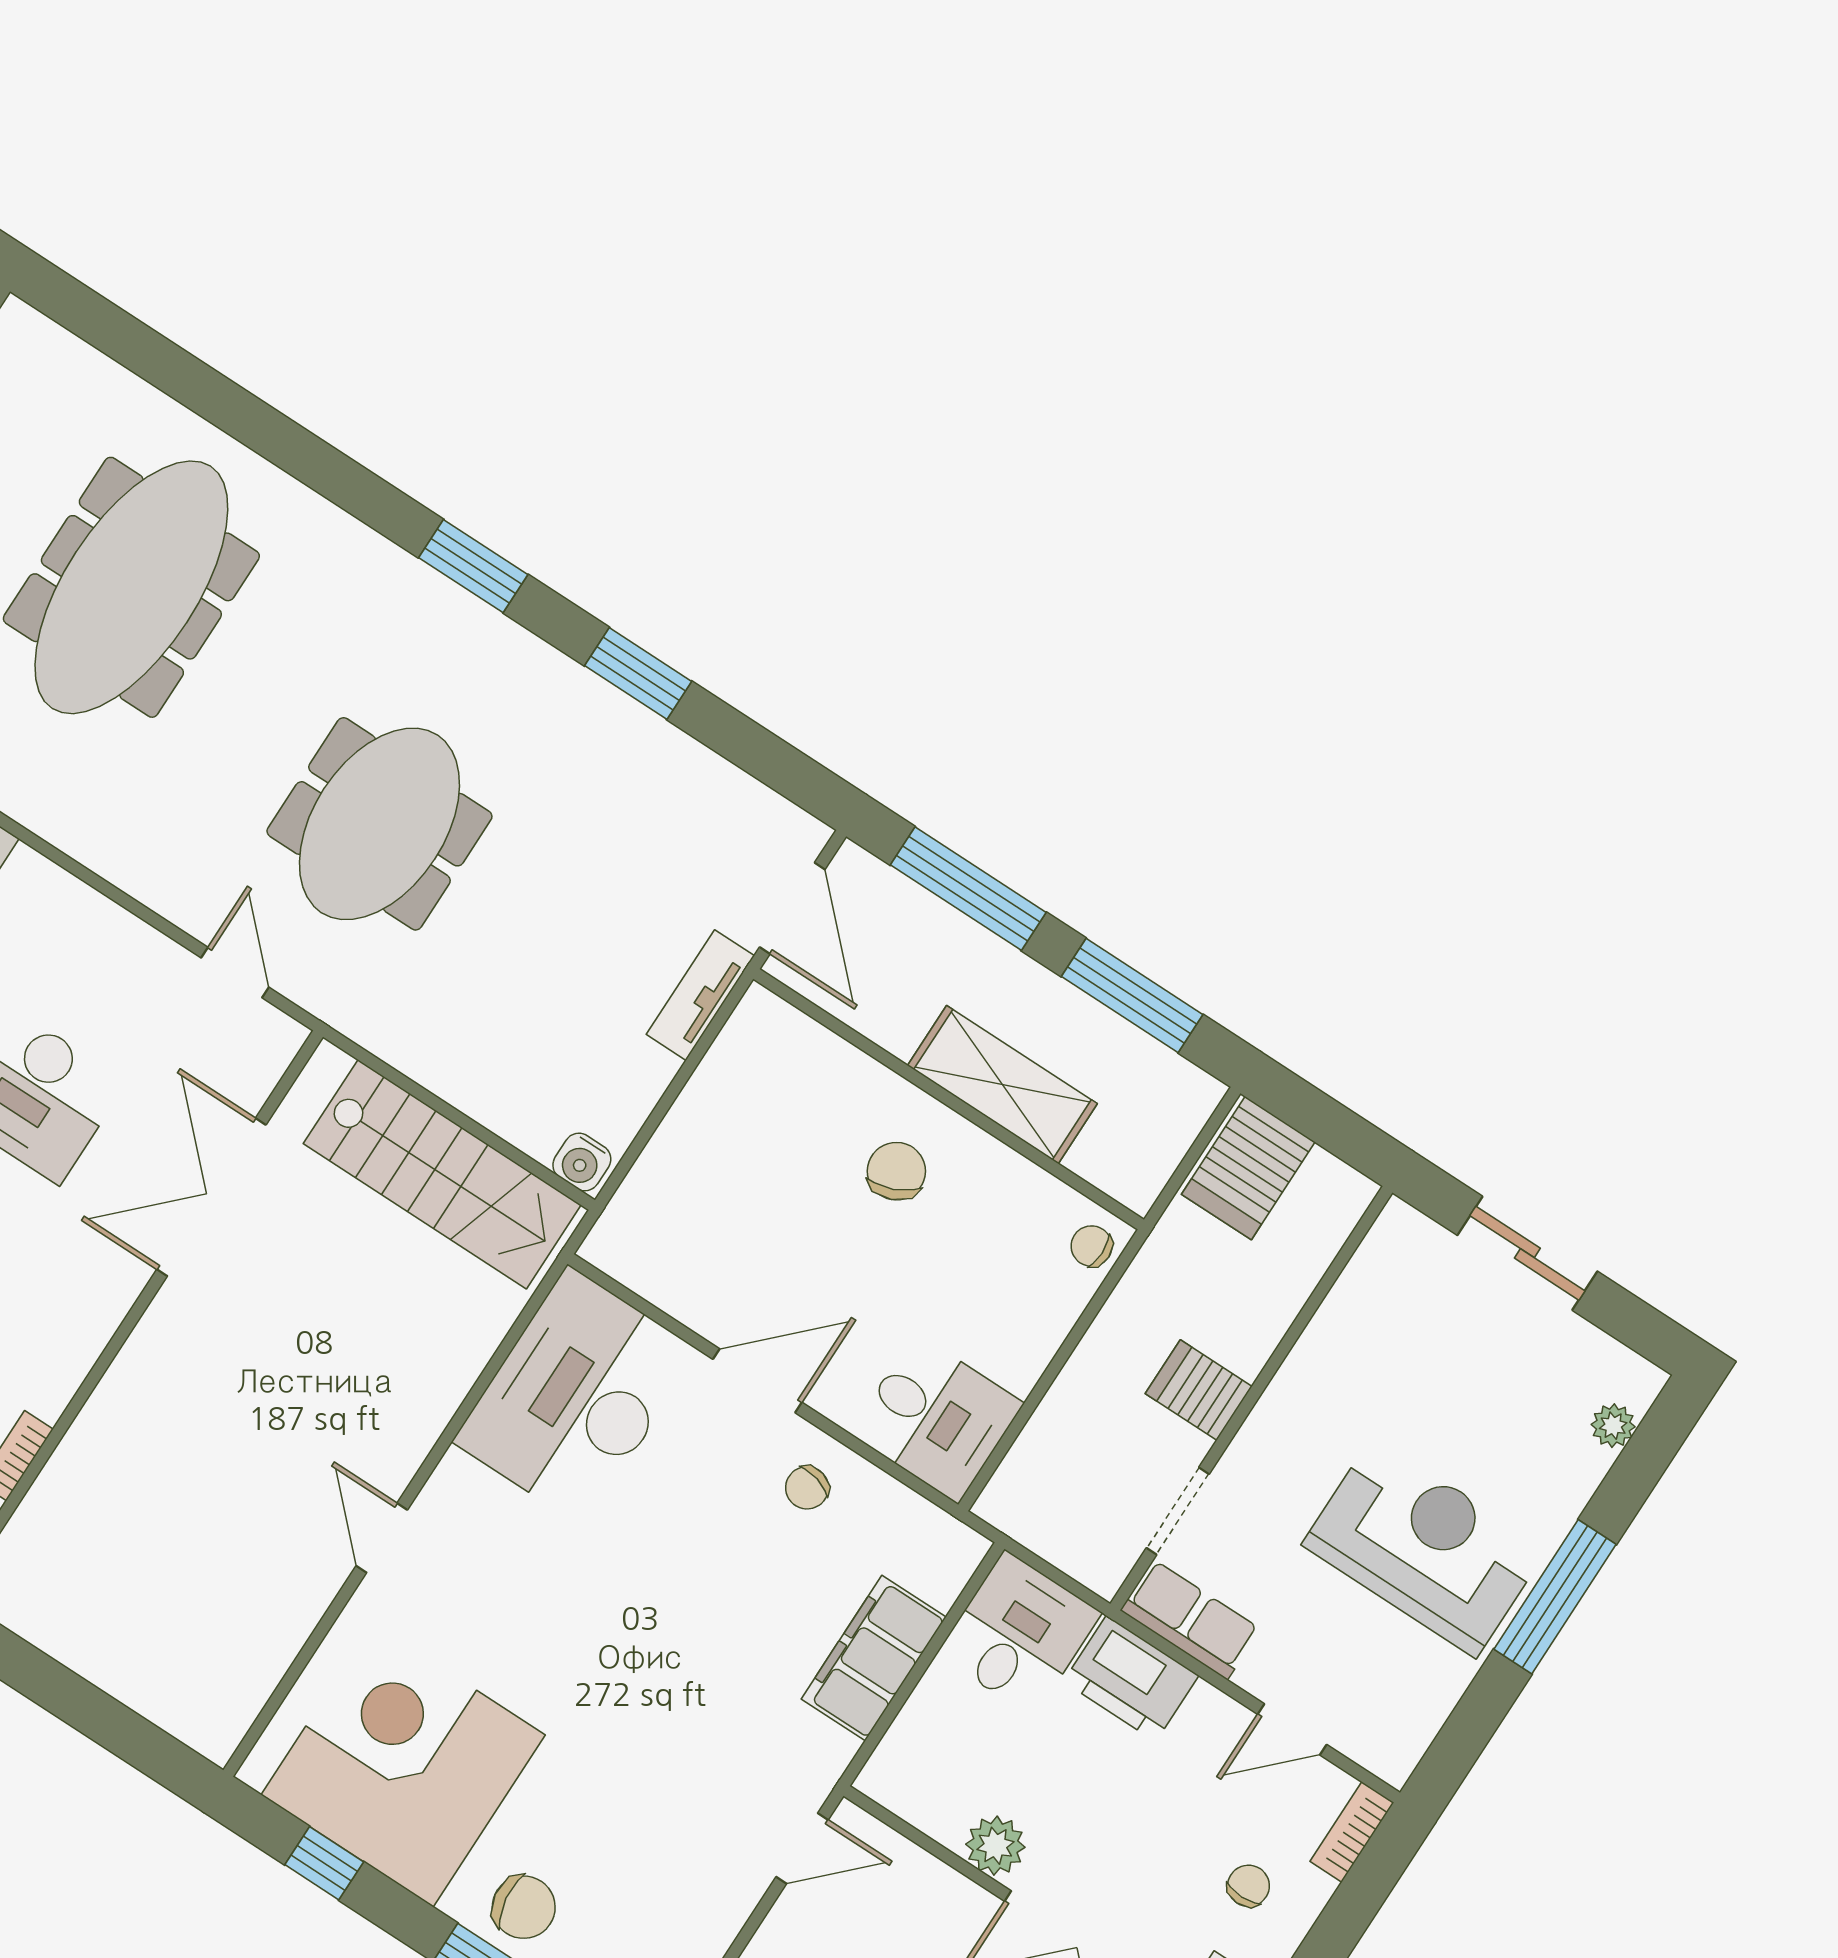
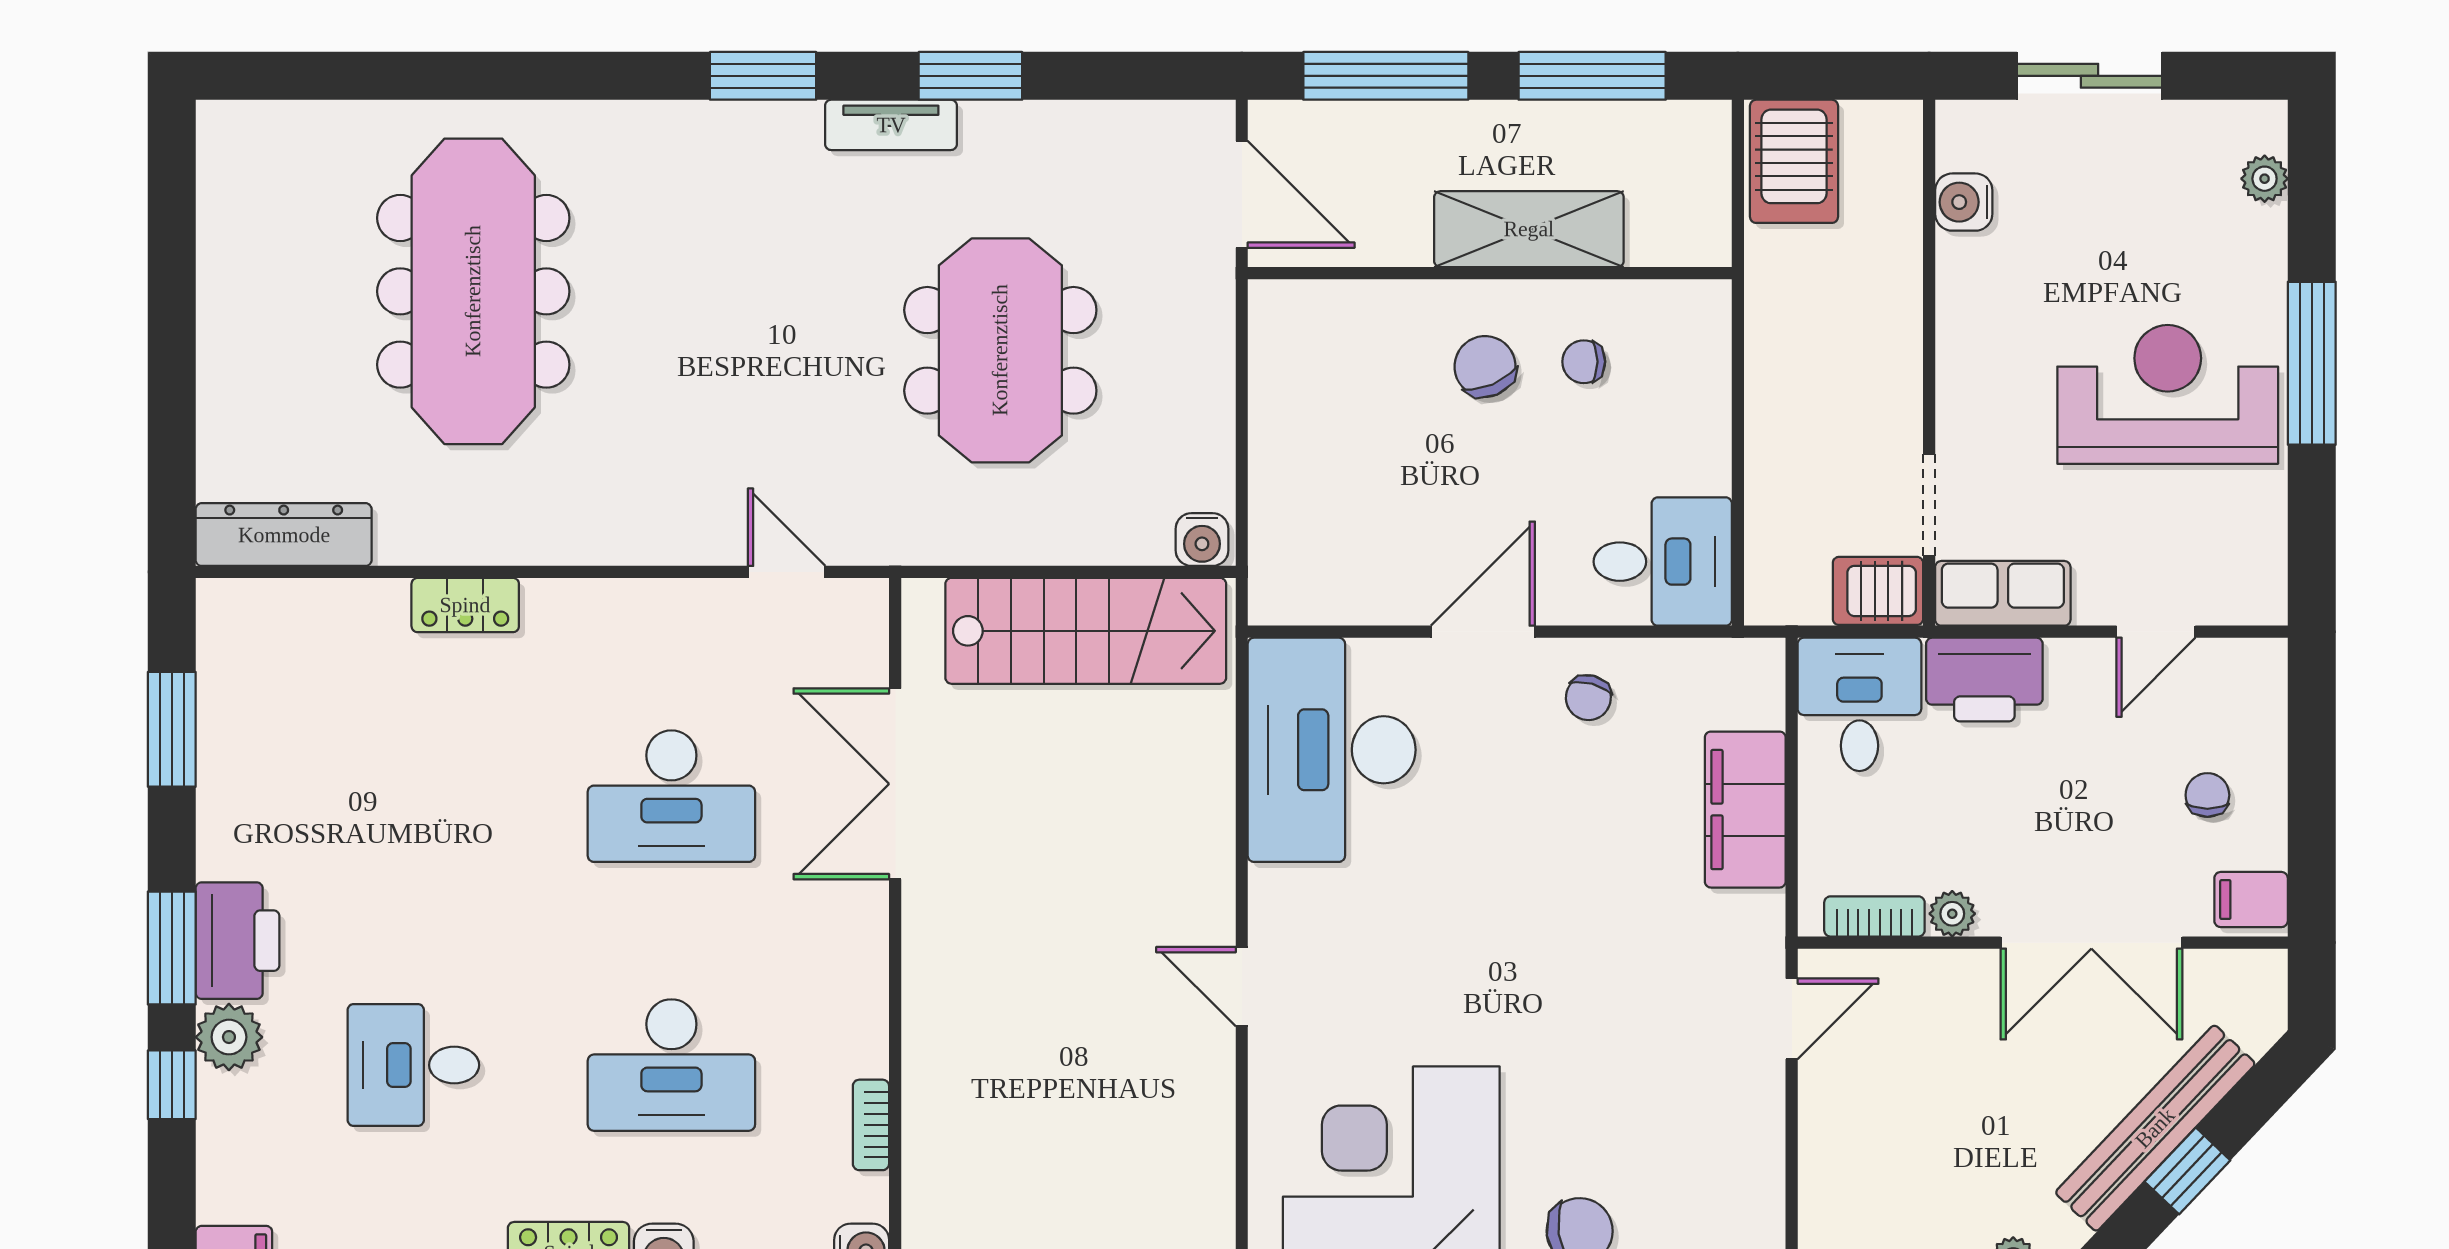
meeting table: (379, 824) -> (1000, 350), moved
tv unit: (700, 995) -> (891, 125), moved, turned -90
chair: (1092, 1246) -> (1584, 362), moved
water cooler: (1362, 1288) -> (1964, 202), added
server rack: (1199, 1390) -> (1878, 591), moved
bookcase: (1352, 1832) -> (1874, 916), moved, turned 90
plant: (995, 1846) -> (1952, 914), width x0.73, depth x0.73

